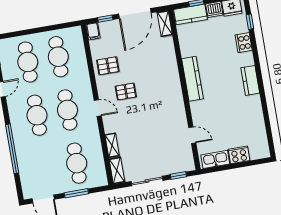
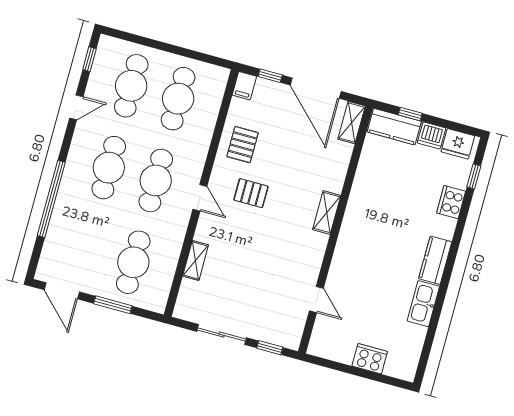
door: (135, 13) -> (316, 88), hinge flipped
pallet: (108, 66) -> (243, 145), turned 90
kitchen counter: (192, 79) -> (354, 219), removed
kitchen sink: (215, 159) -> (423, 304), moved, turned -90
shelving: (117, 171) -> (327, 213), moved

